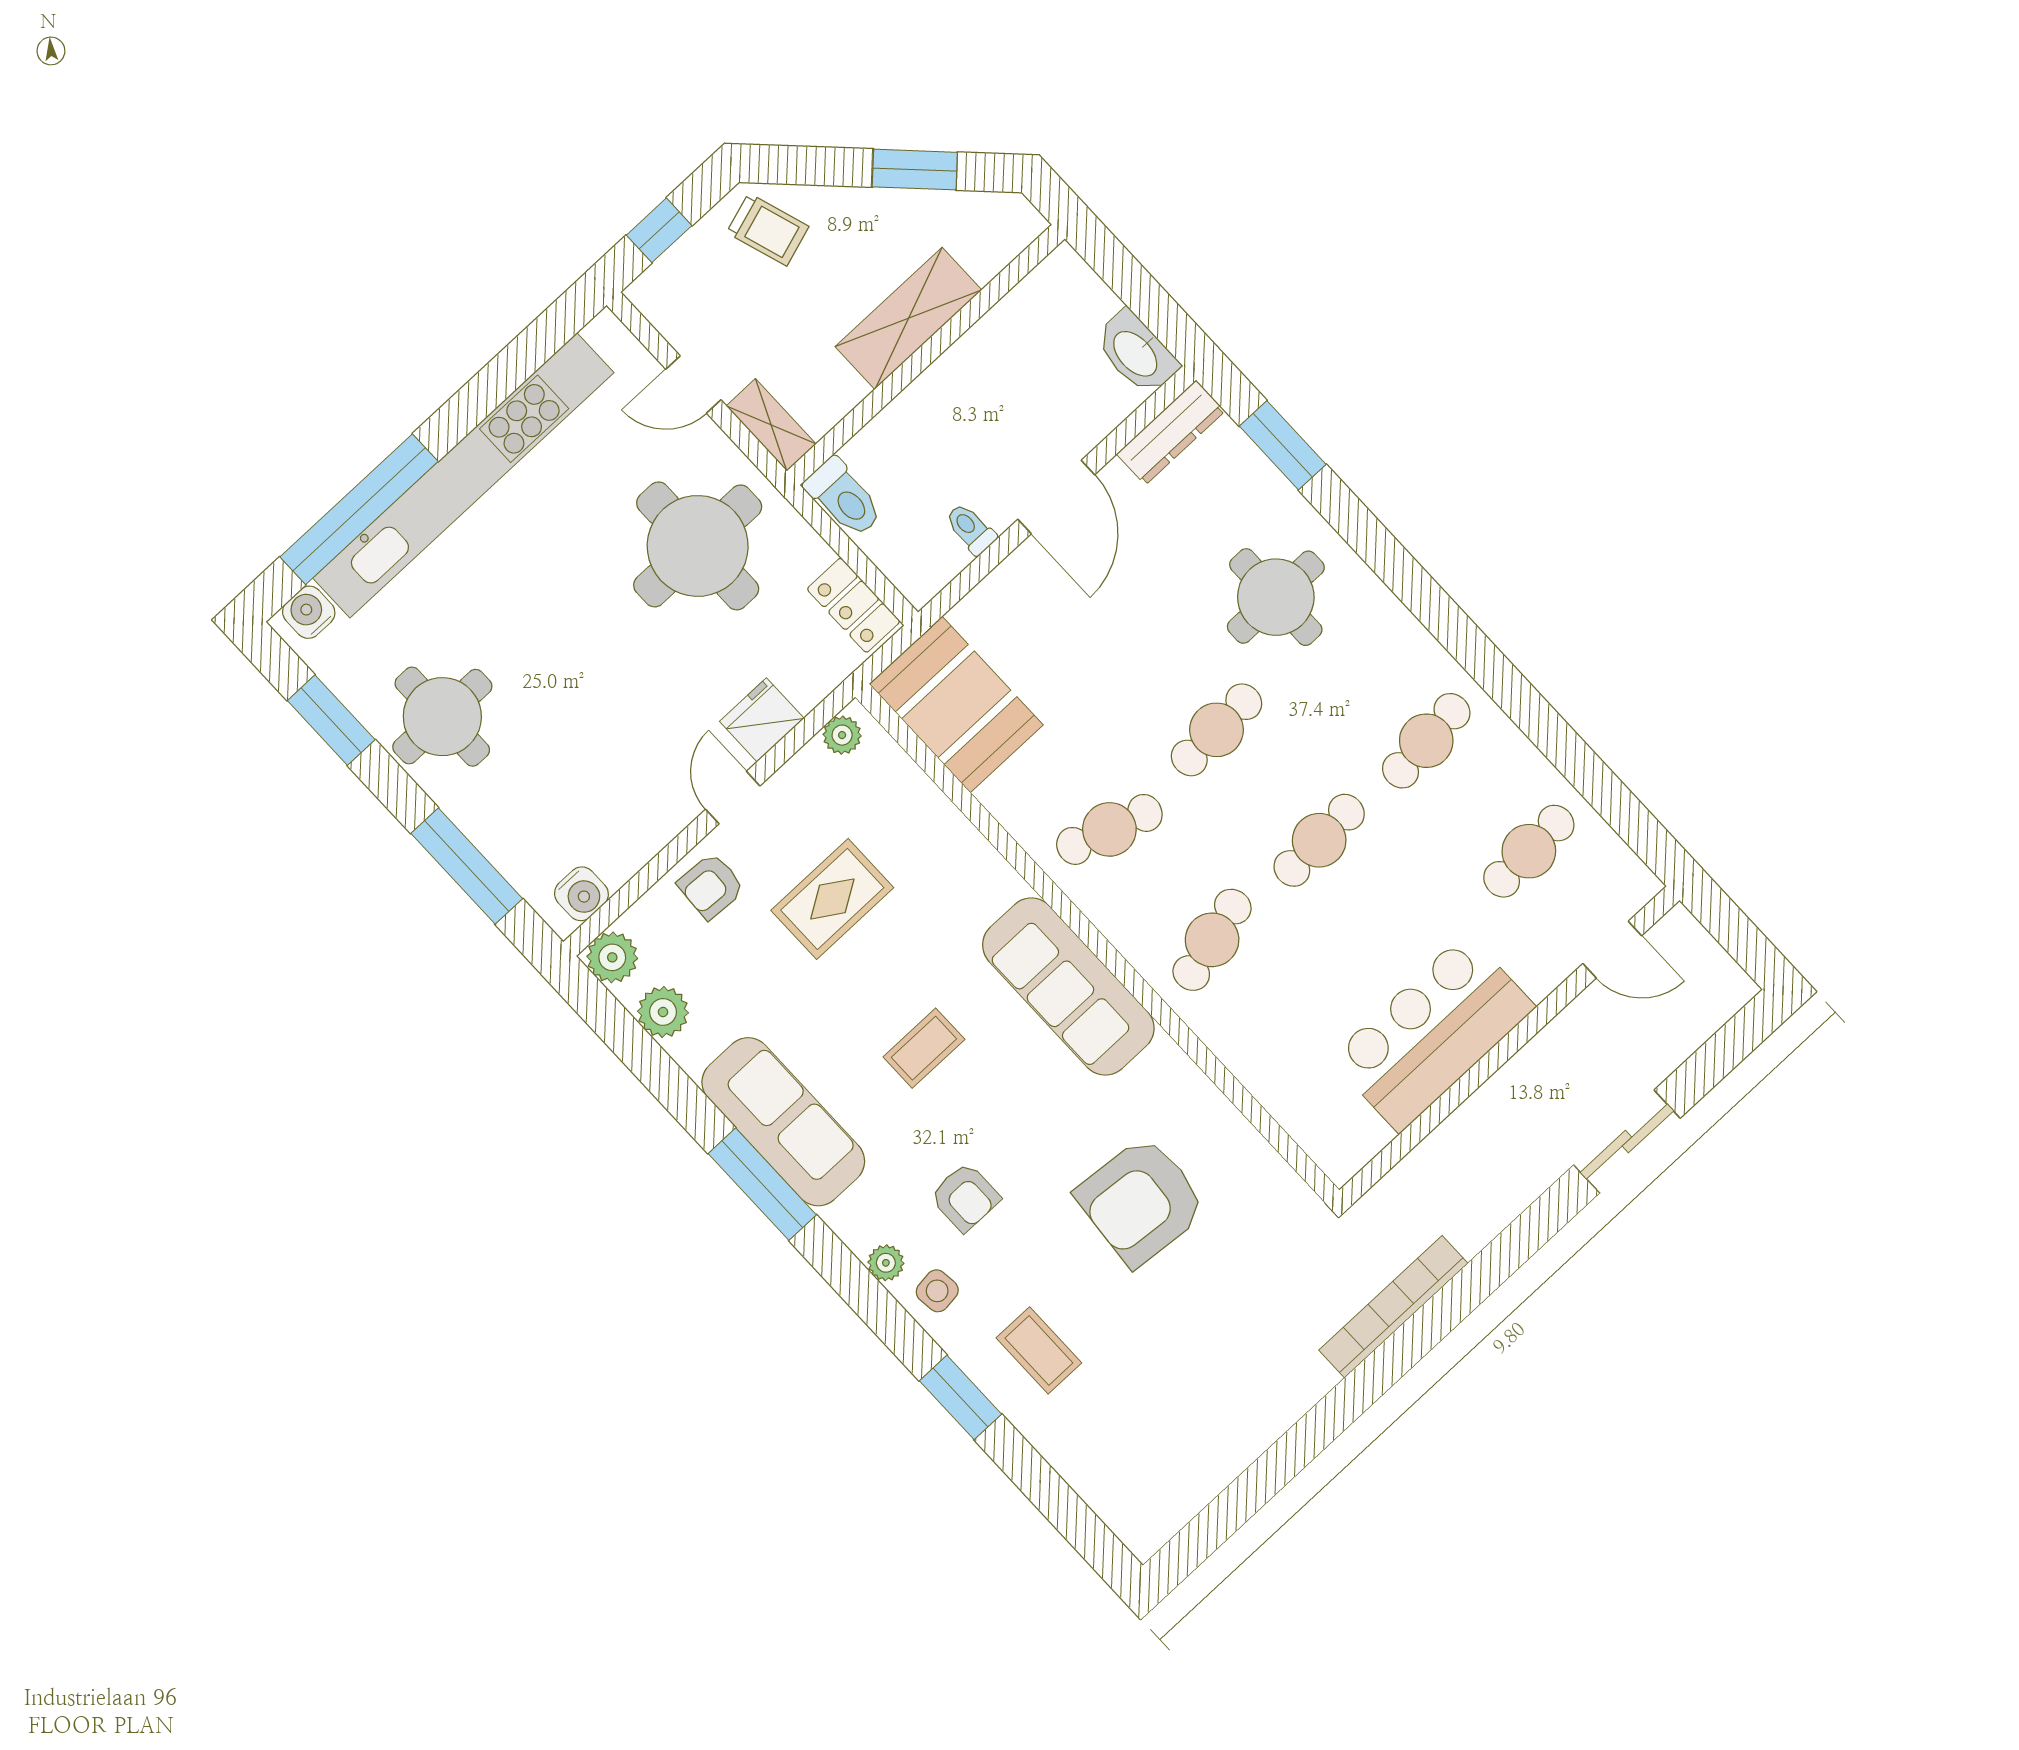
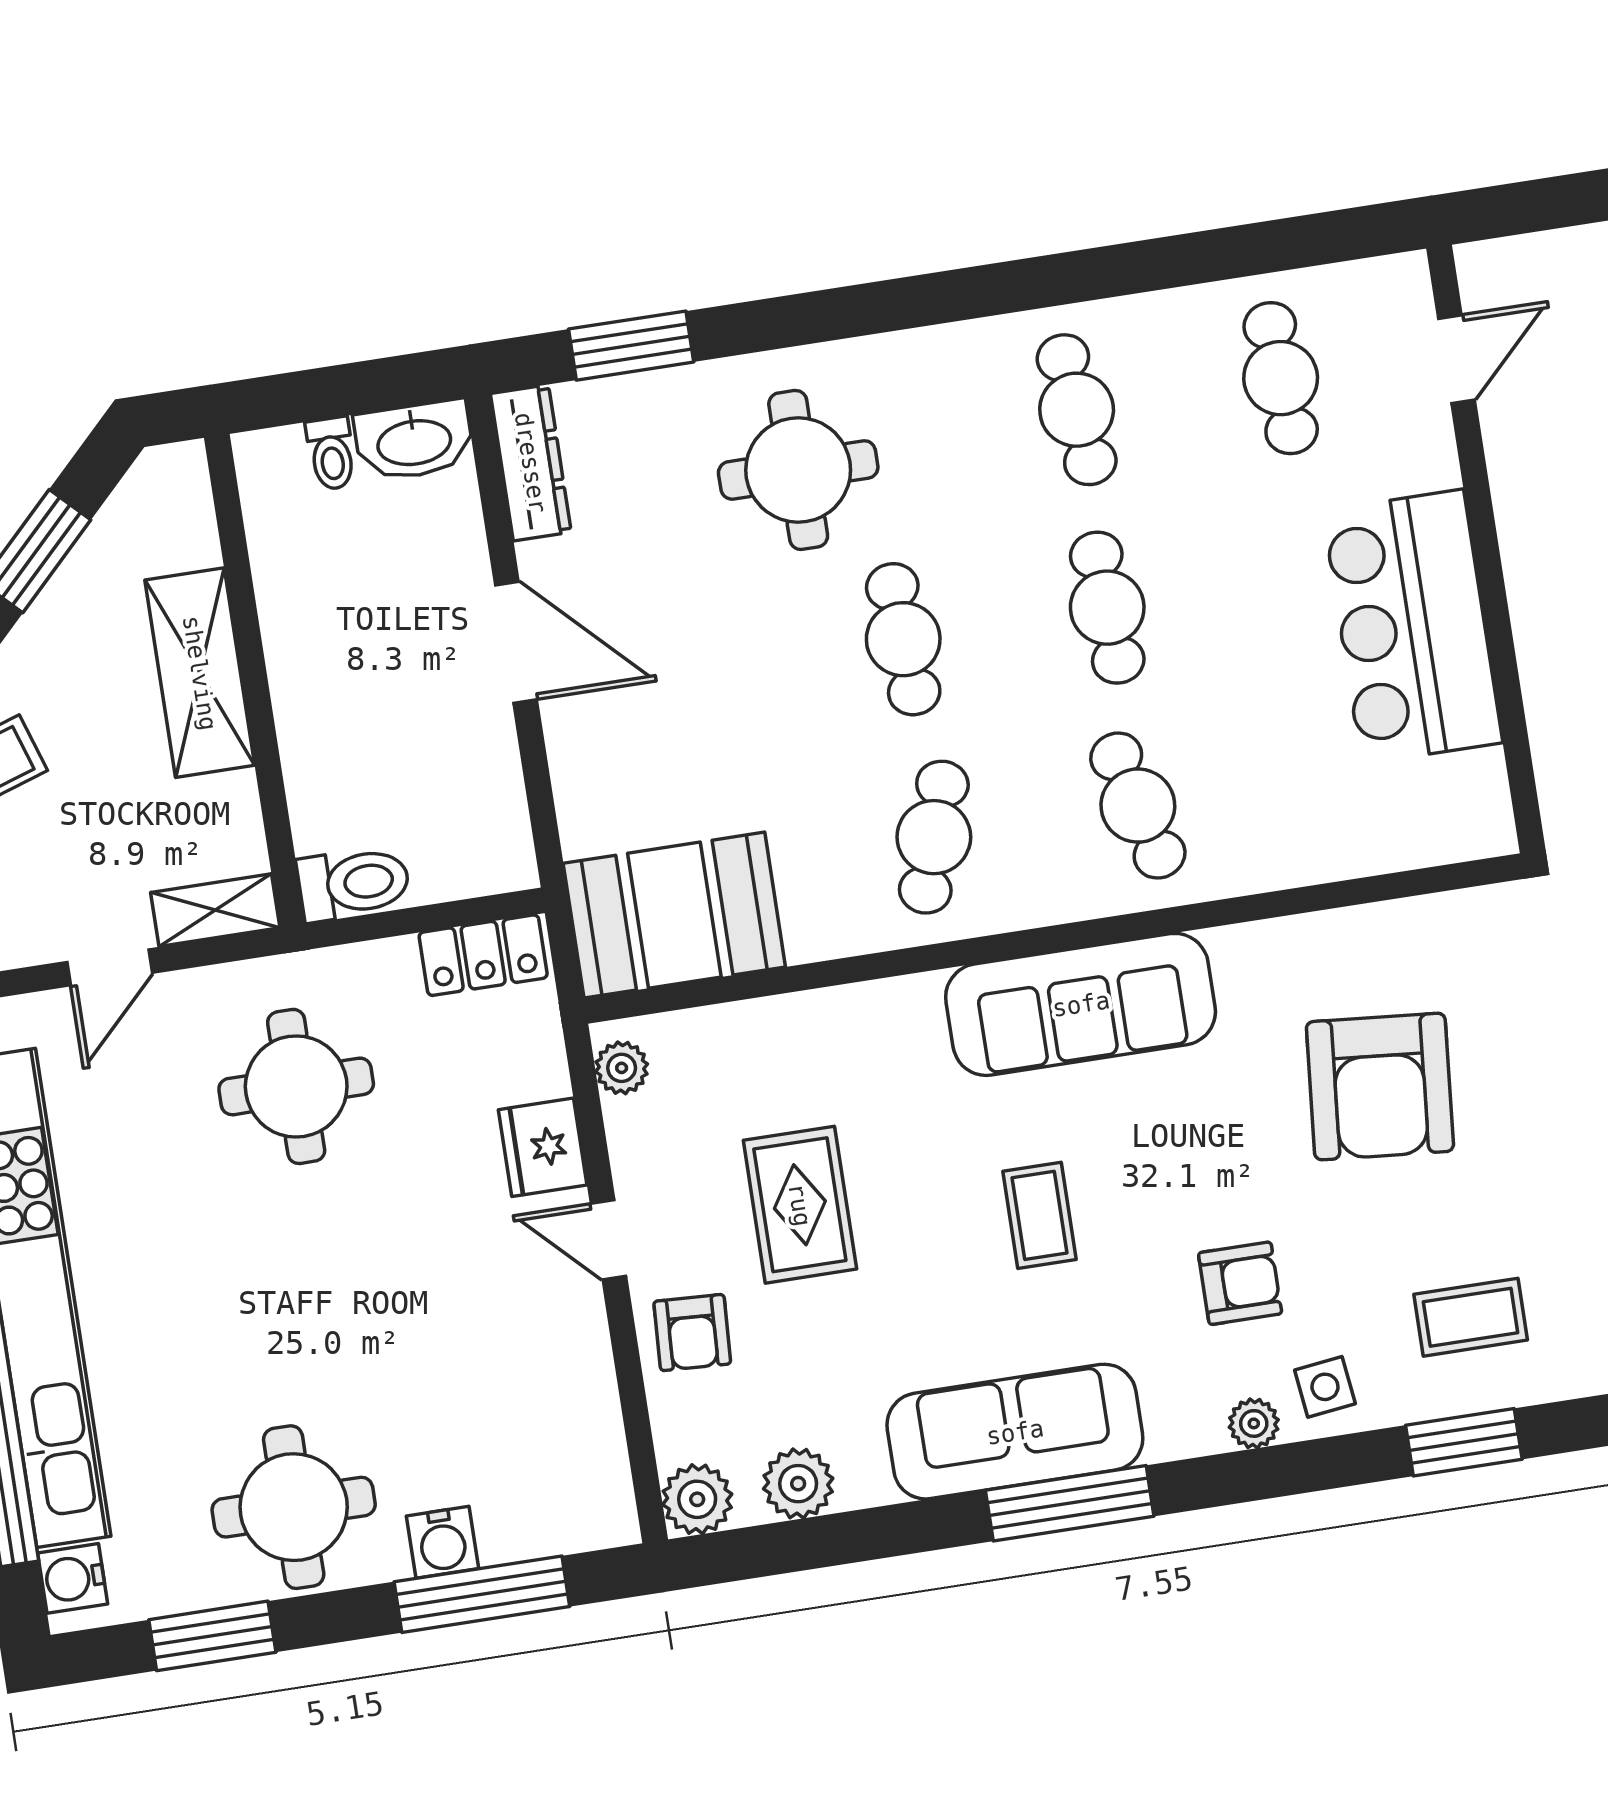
toilet: (971, 529) -> (331, 454), moved, turned -90
round table: (698, 546) -> (296, 1086), width x0.73, depth x0.73
water cooler: (581, 894) -> (443, 1542), moved, turned 90

